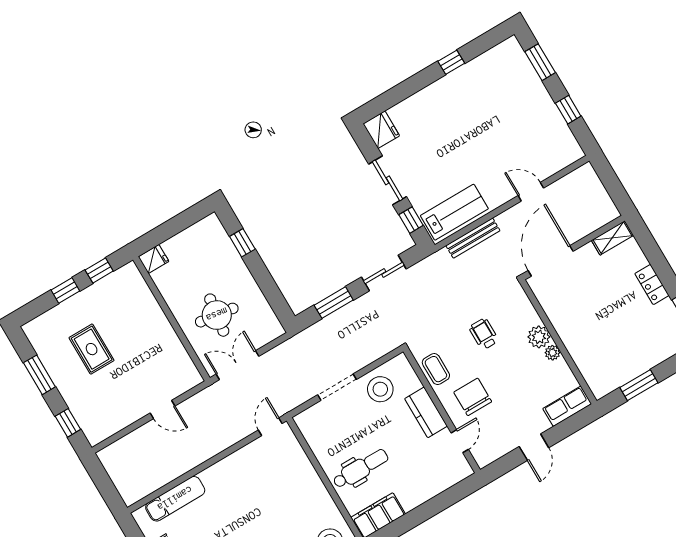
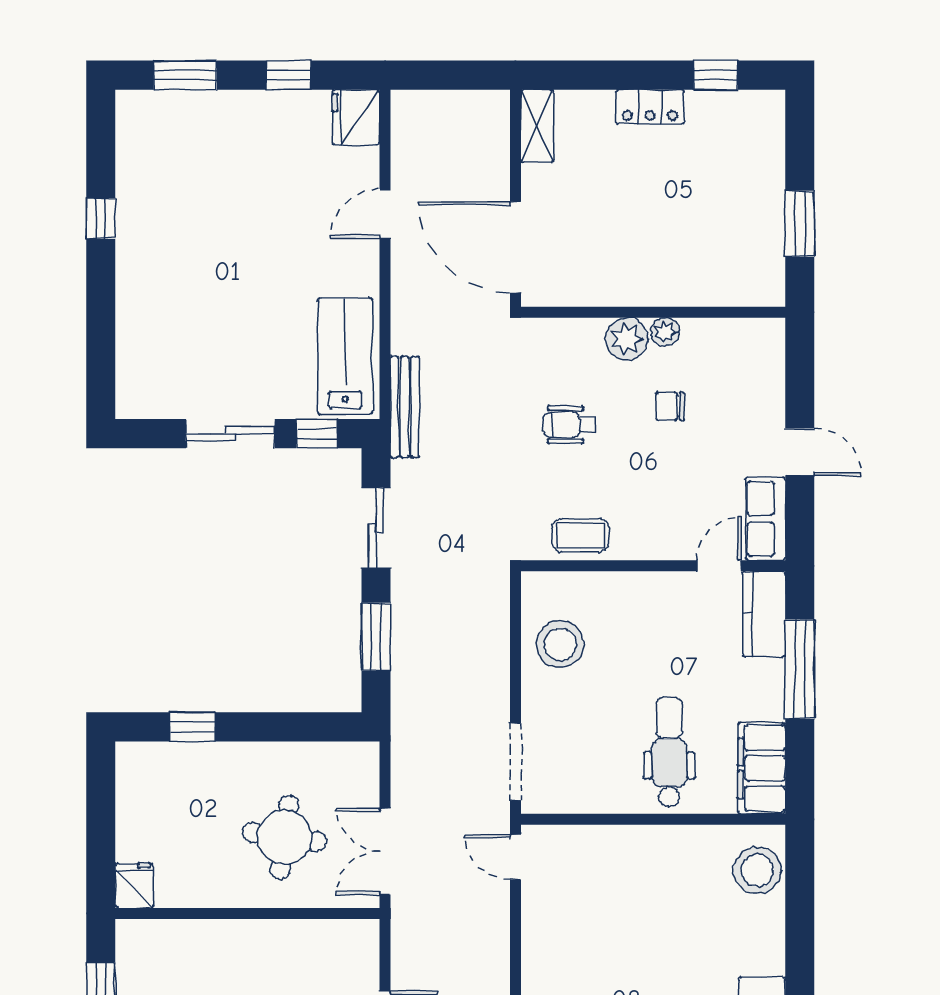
fridge: (381, 130) -> (356, 117), moved, turned -90
bench: (473, 238) -> (405, 407), moved
doorway: (337, 387) -> (515, 762), moved
chair: (473, 397) -> (670, 406), moved, width x0.54, depth x0.54
row of seats: (567, 406) -> (765, 519), moved
kitchen counter: (426, 412) -> (764, 614), moved, turned 90
door: (460, 441) -> (719, 566), hinge flipped
window: (434, 506) -> (800, 669), added

